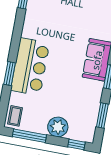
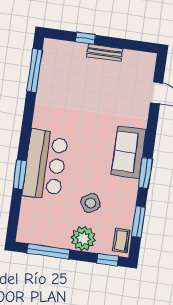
side table: (65, 99) -> (90, 203), added
coffee table: (15, 116) -> (121, 241), moved

